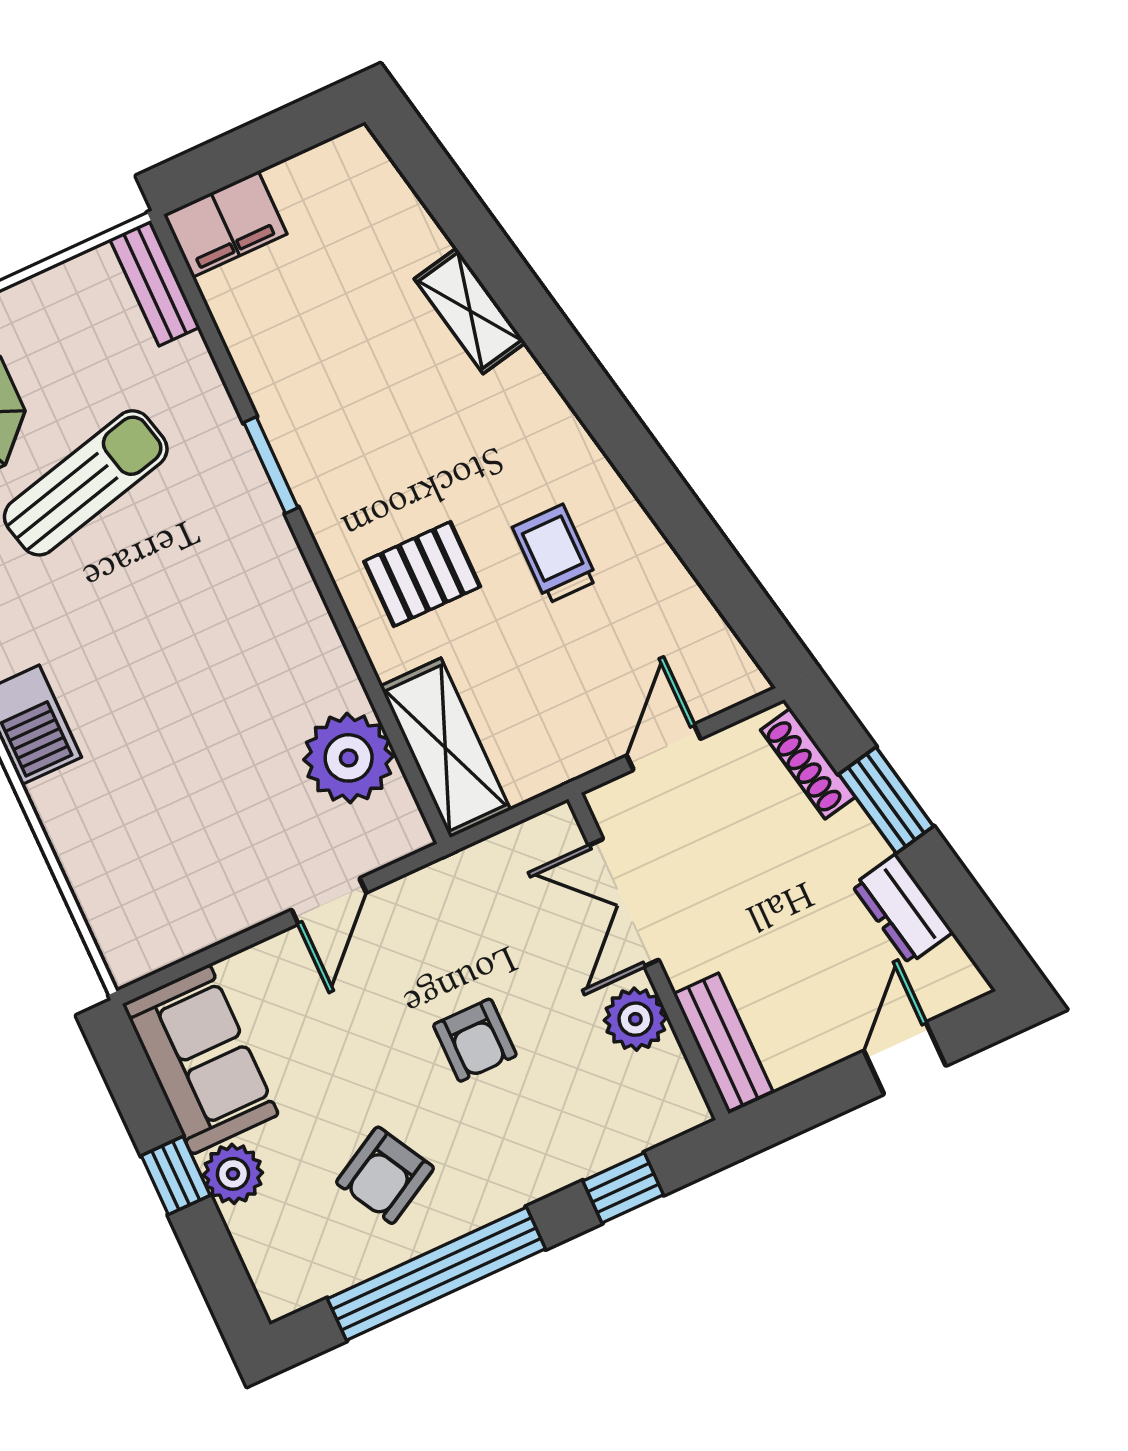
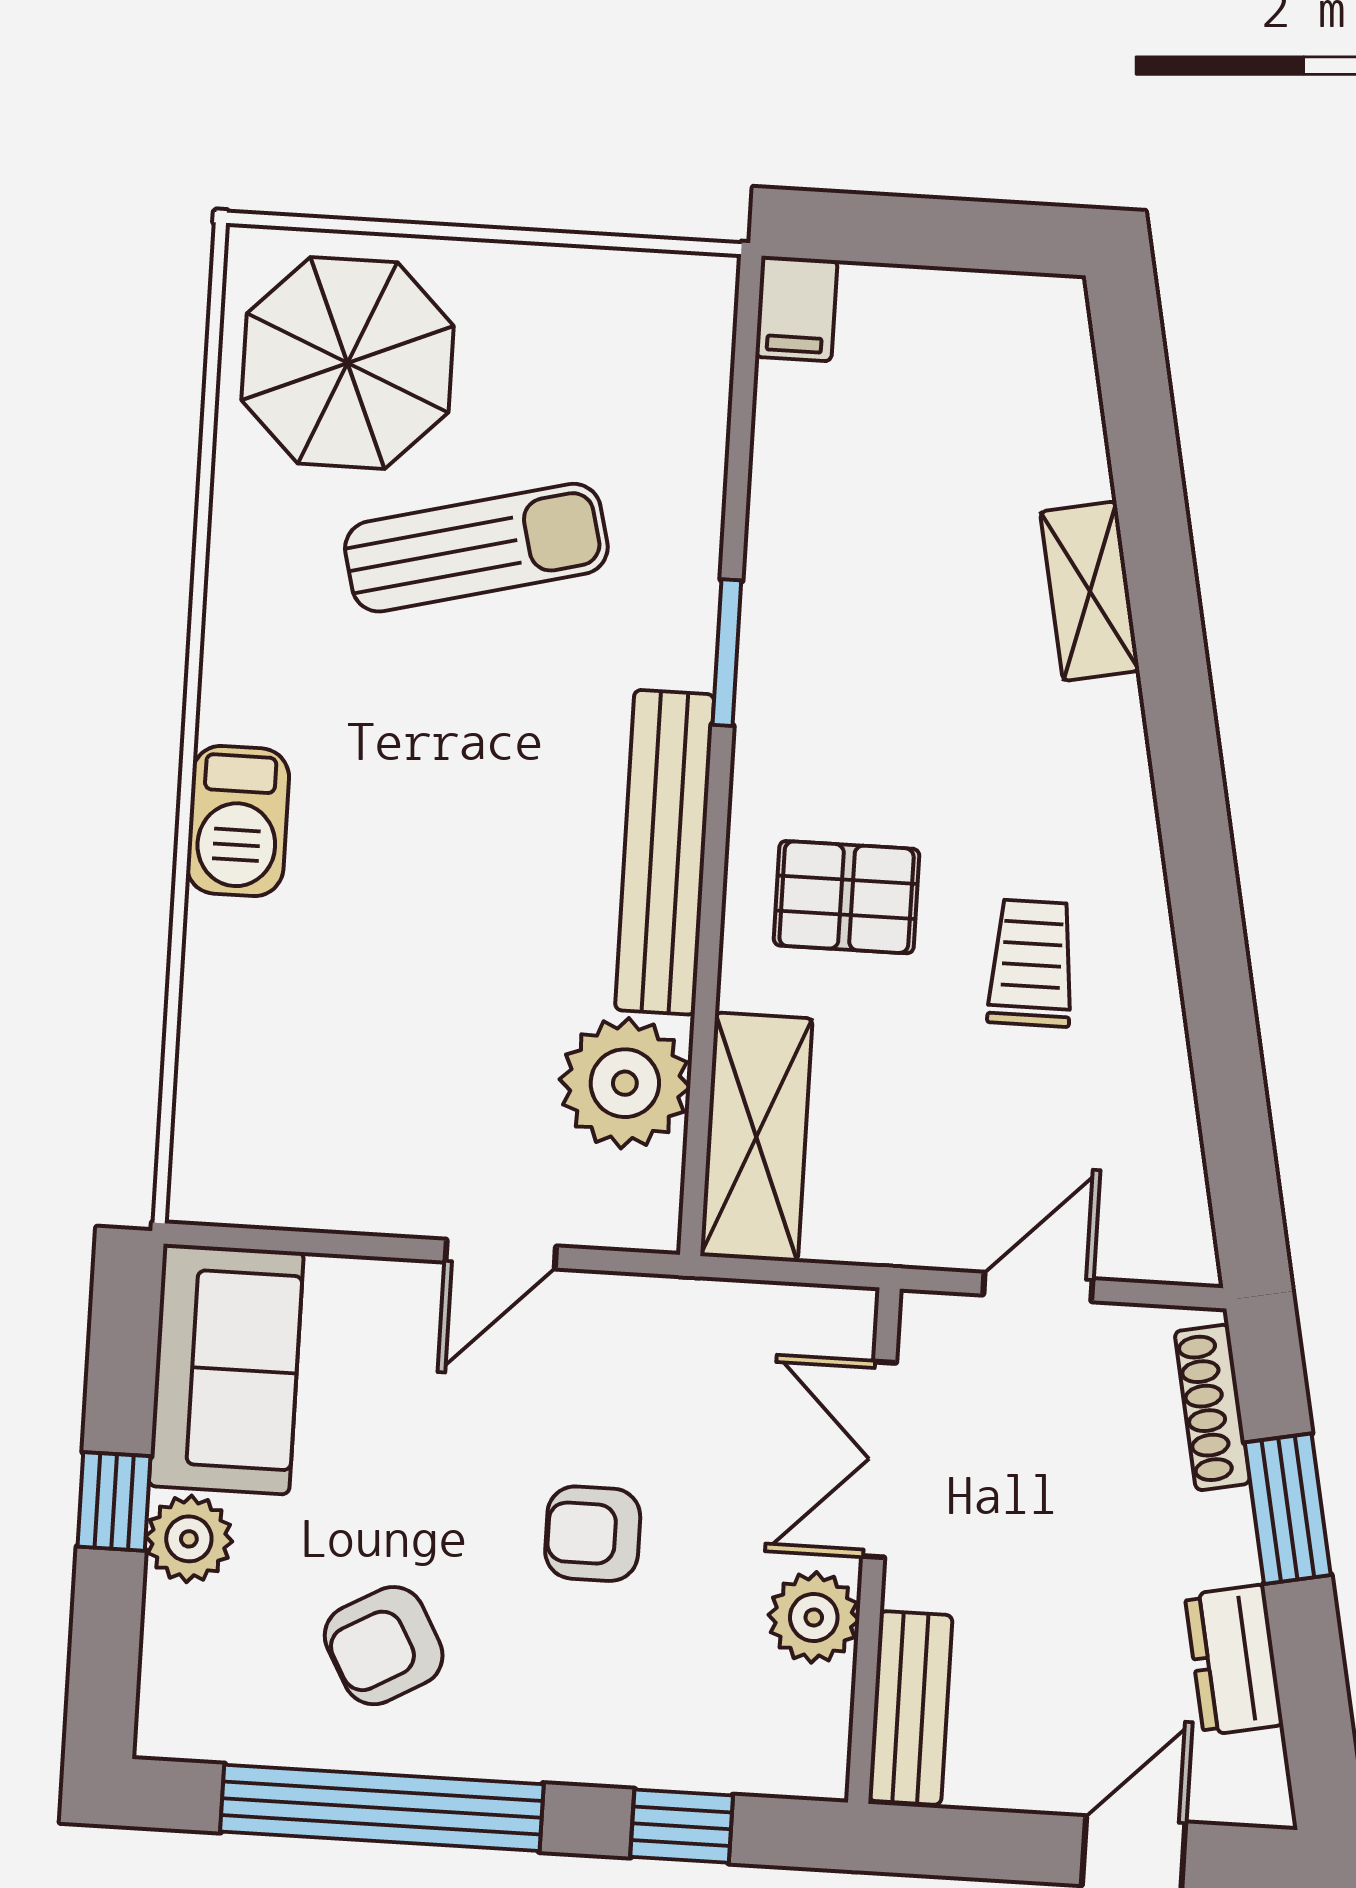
filing cabinet: (225, 224) -> (796, 309), width x0.50
bench: (155, 283) -> (665, 852), moved, width x1.86, depth x1.21
armchair: (475, 1040) -> (593, 1534), turned 90

